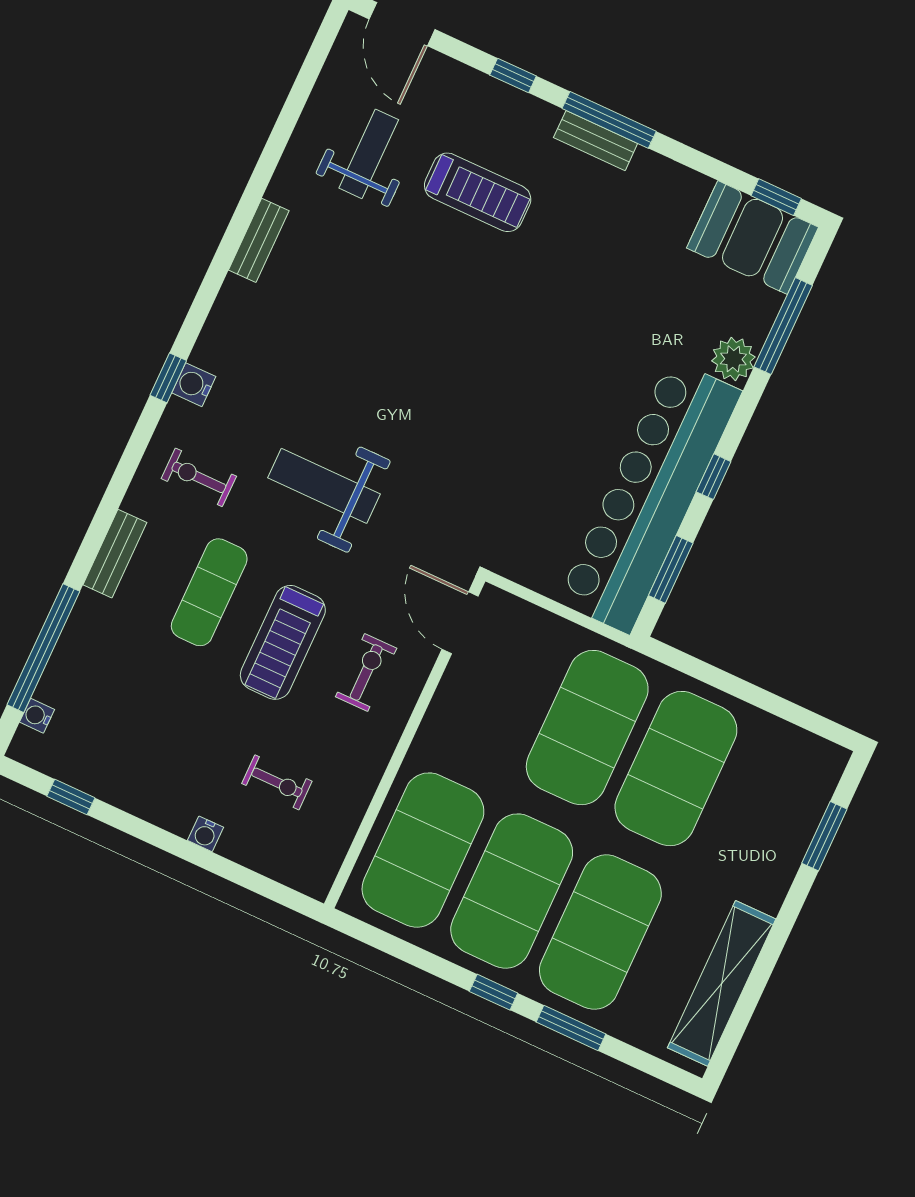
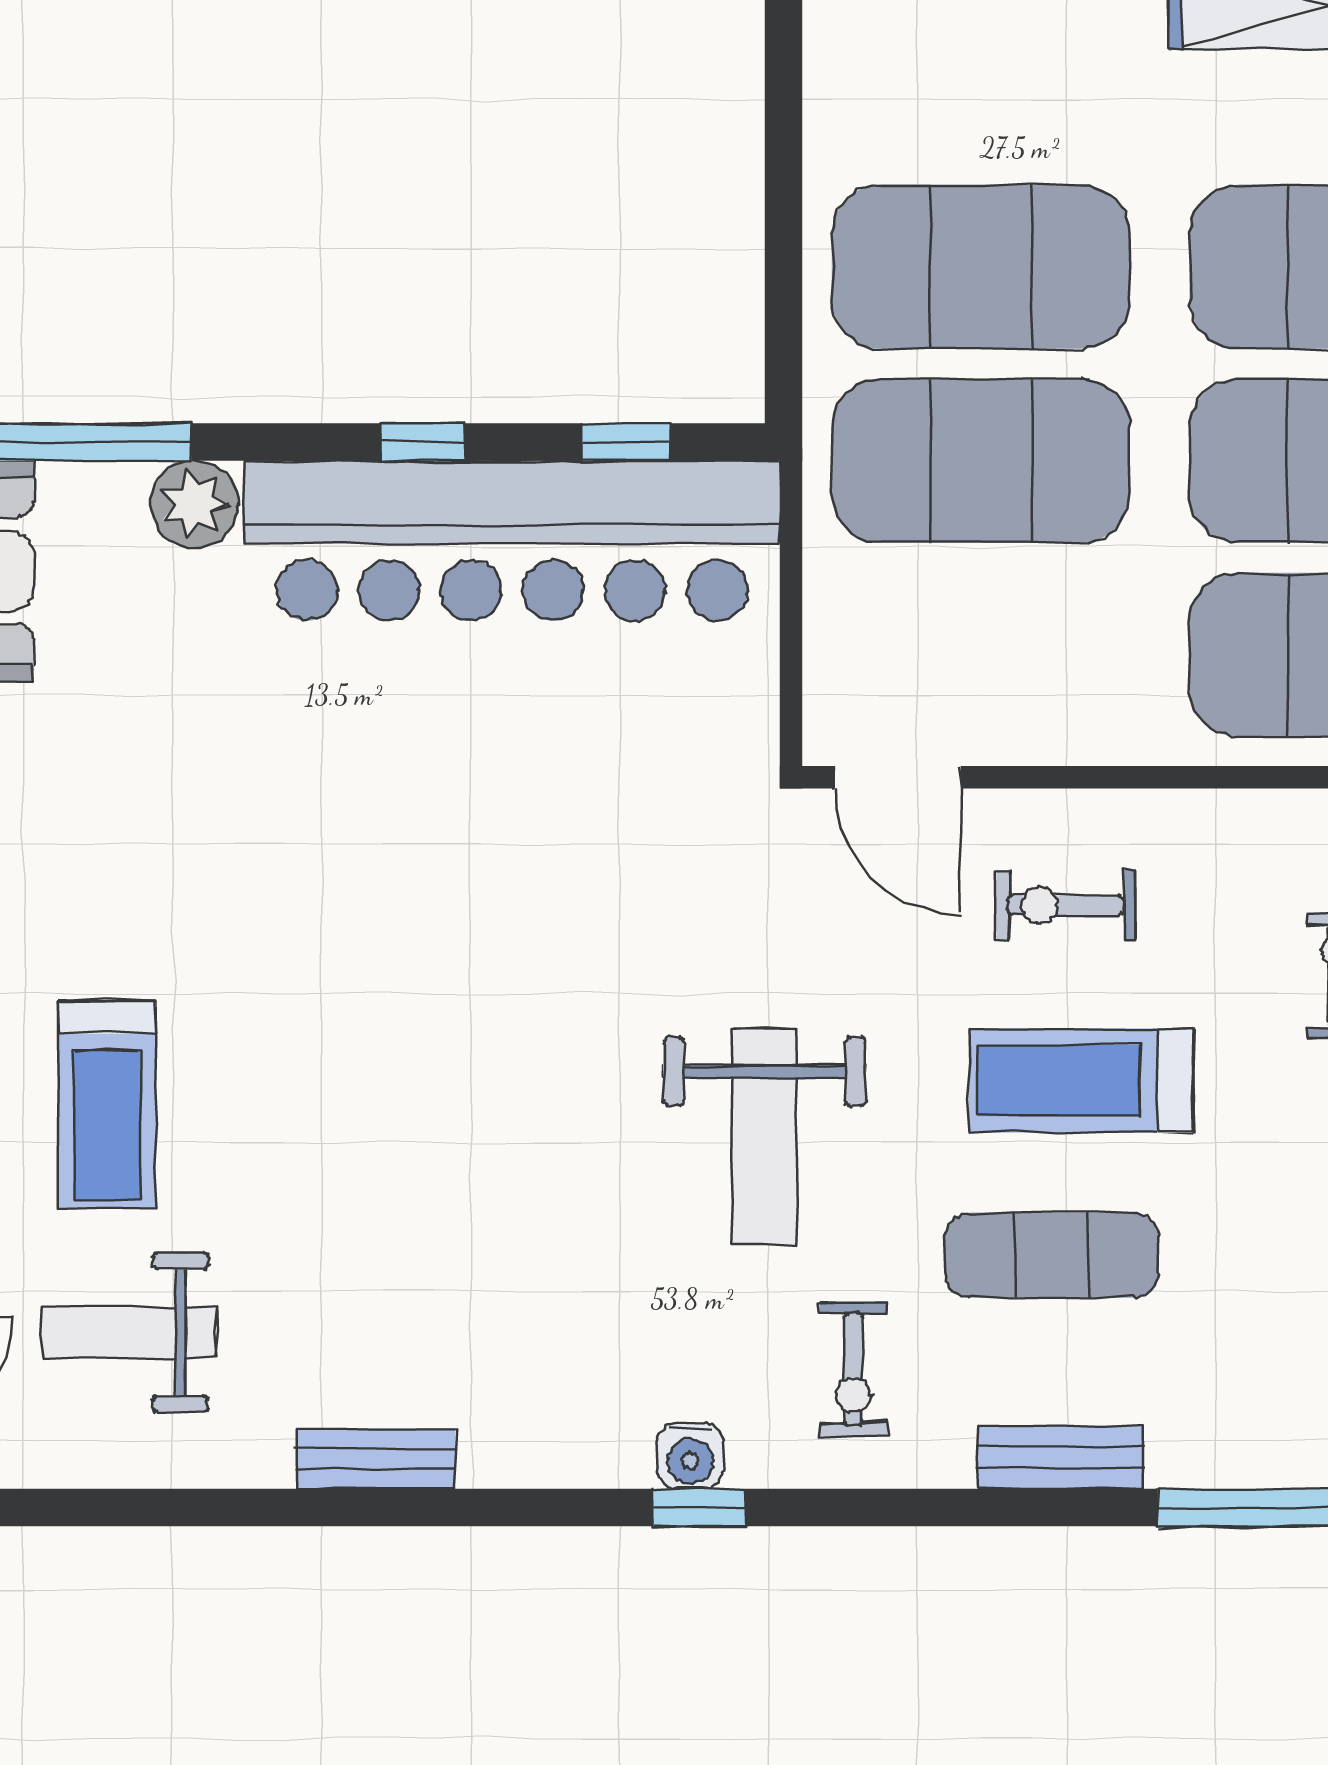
treadmill: (478, 192) -> (107, 1104), turned 180
window: (671, 569) -> (626, 442), width x0.67
door: (460, 623) -> (898, 777), hinge flipped
treadmill: (283, 642) -> (1081, 1081), turned 180

